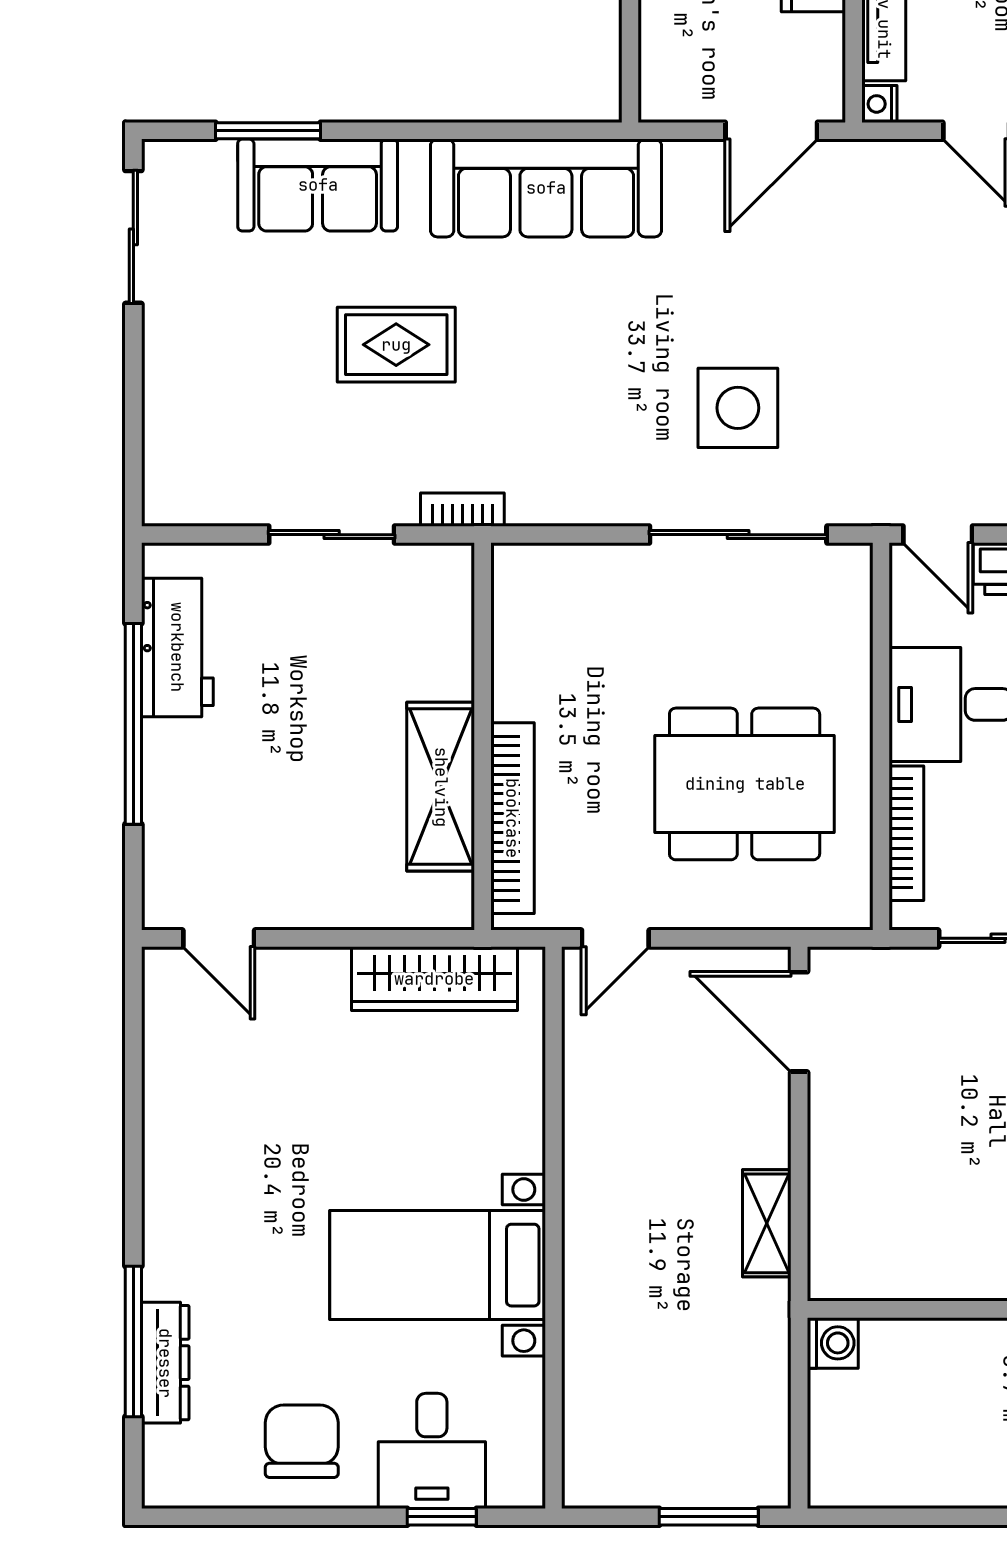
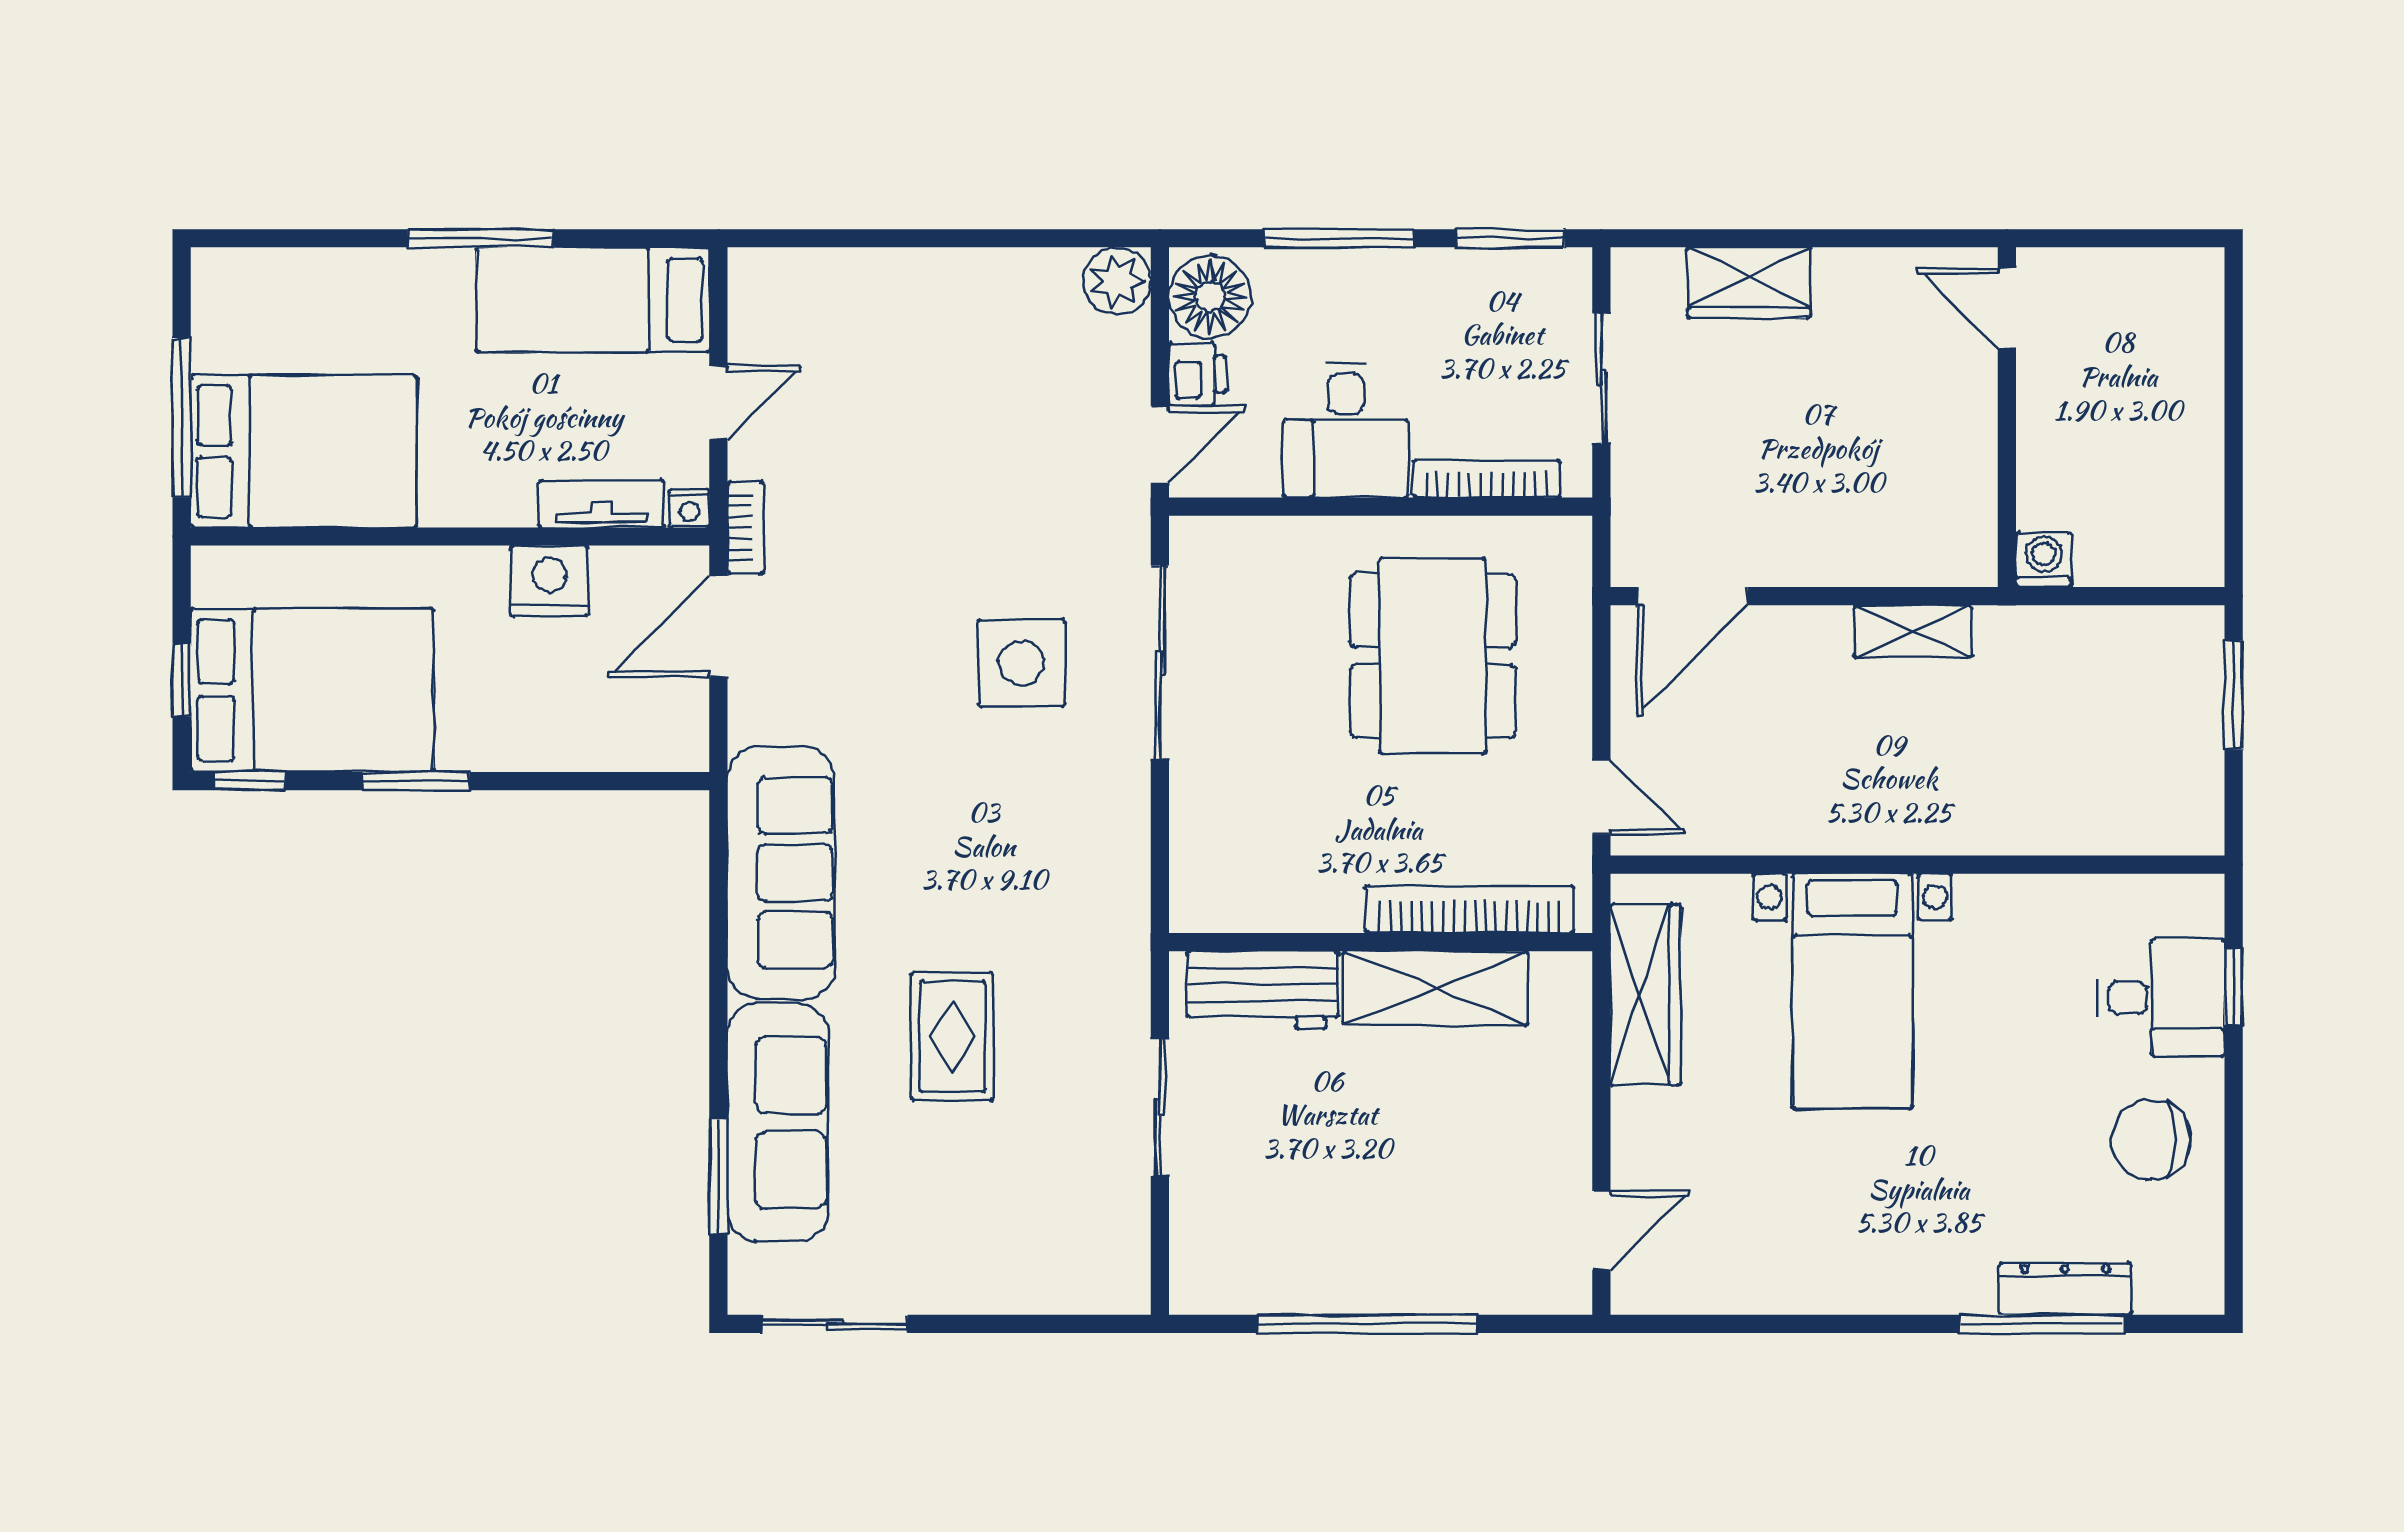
door: (771, 131) -> (718, 626), swing flipped
sofa: (318, 185) -> (778, 1123), width x1.36
bookcase: (462, 510) -> (746, 528), moved, turned 180
workbench: (177, 647) -> (1262, 990), moved, turned 180
bed with nightstands: (438, 1265) -> (1852, 991), moved

